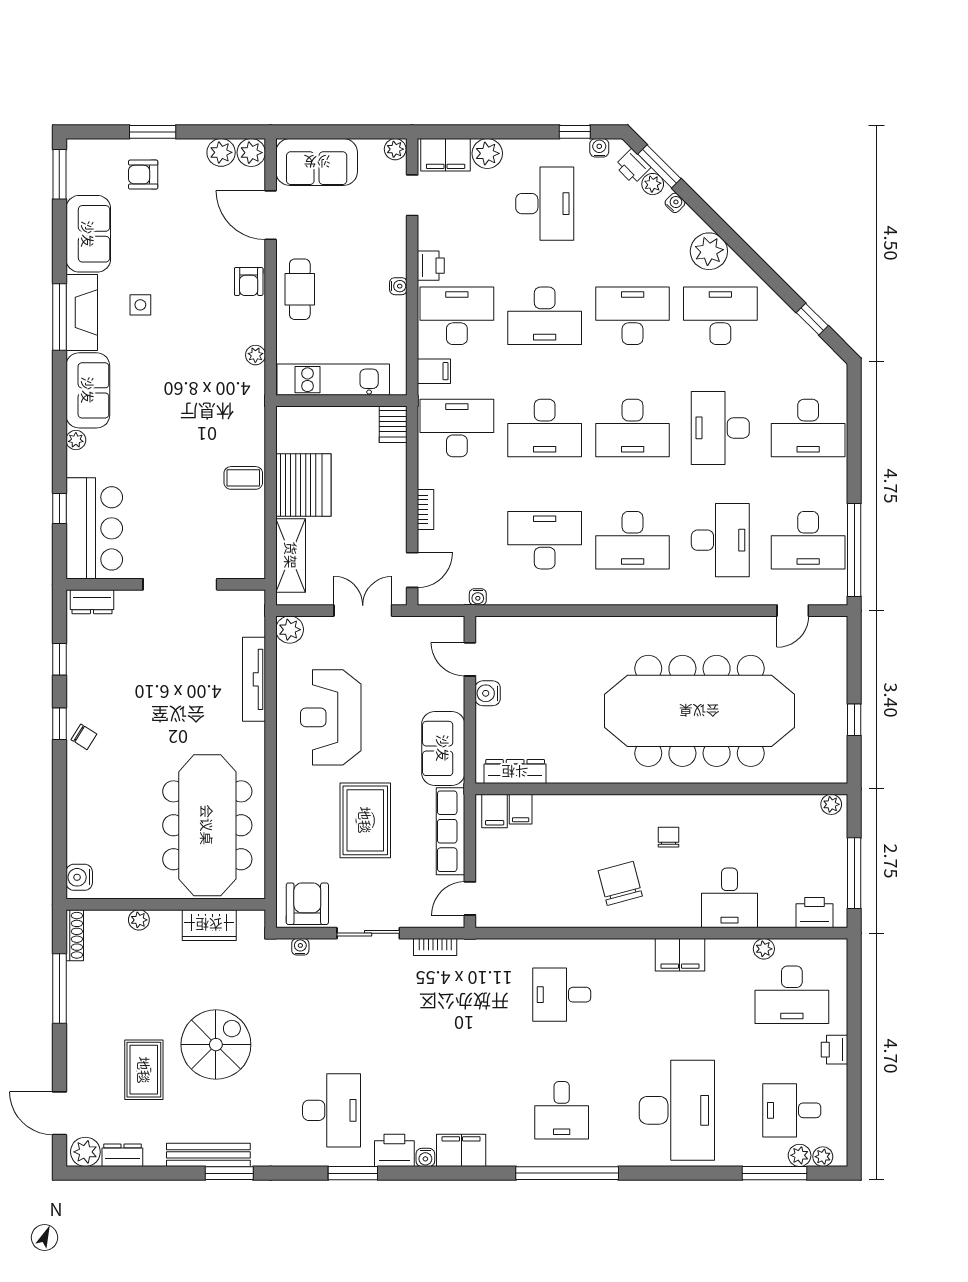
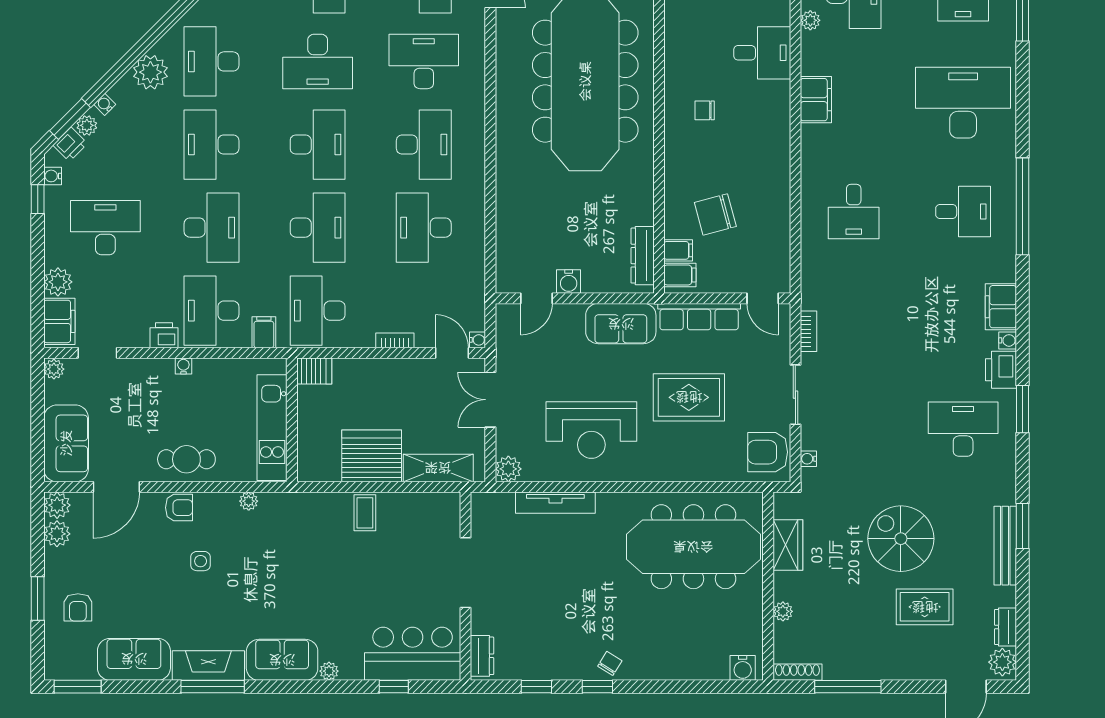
side table: (140, 305) -> (201, 561), moved
water cooler: (478, 597) -> (477, 340), moved
chair: (620, 883) -> (715, 214), moved

